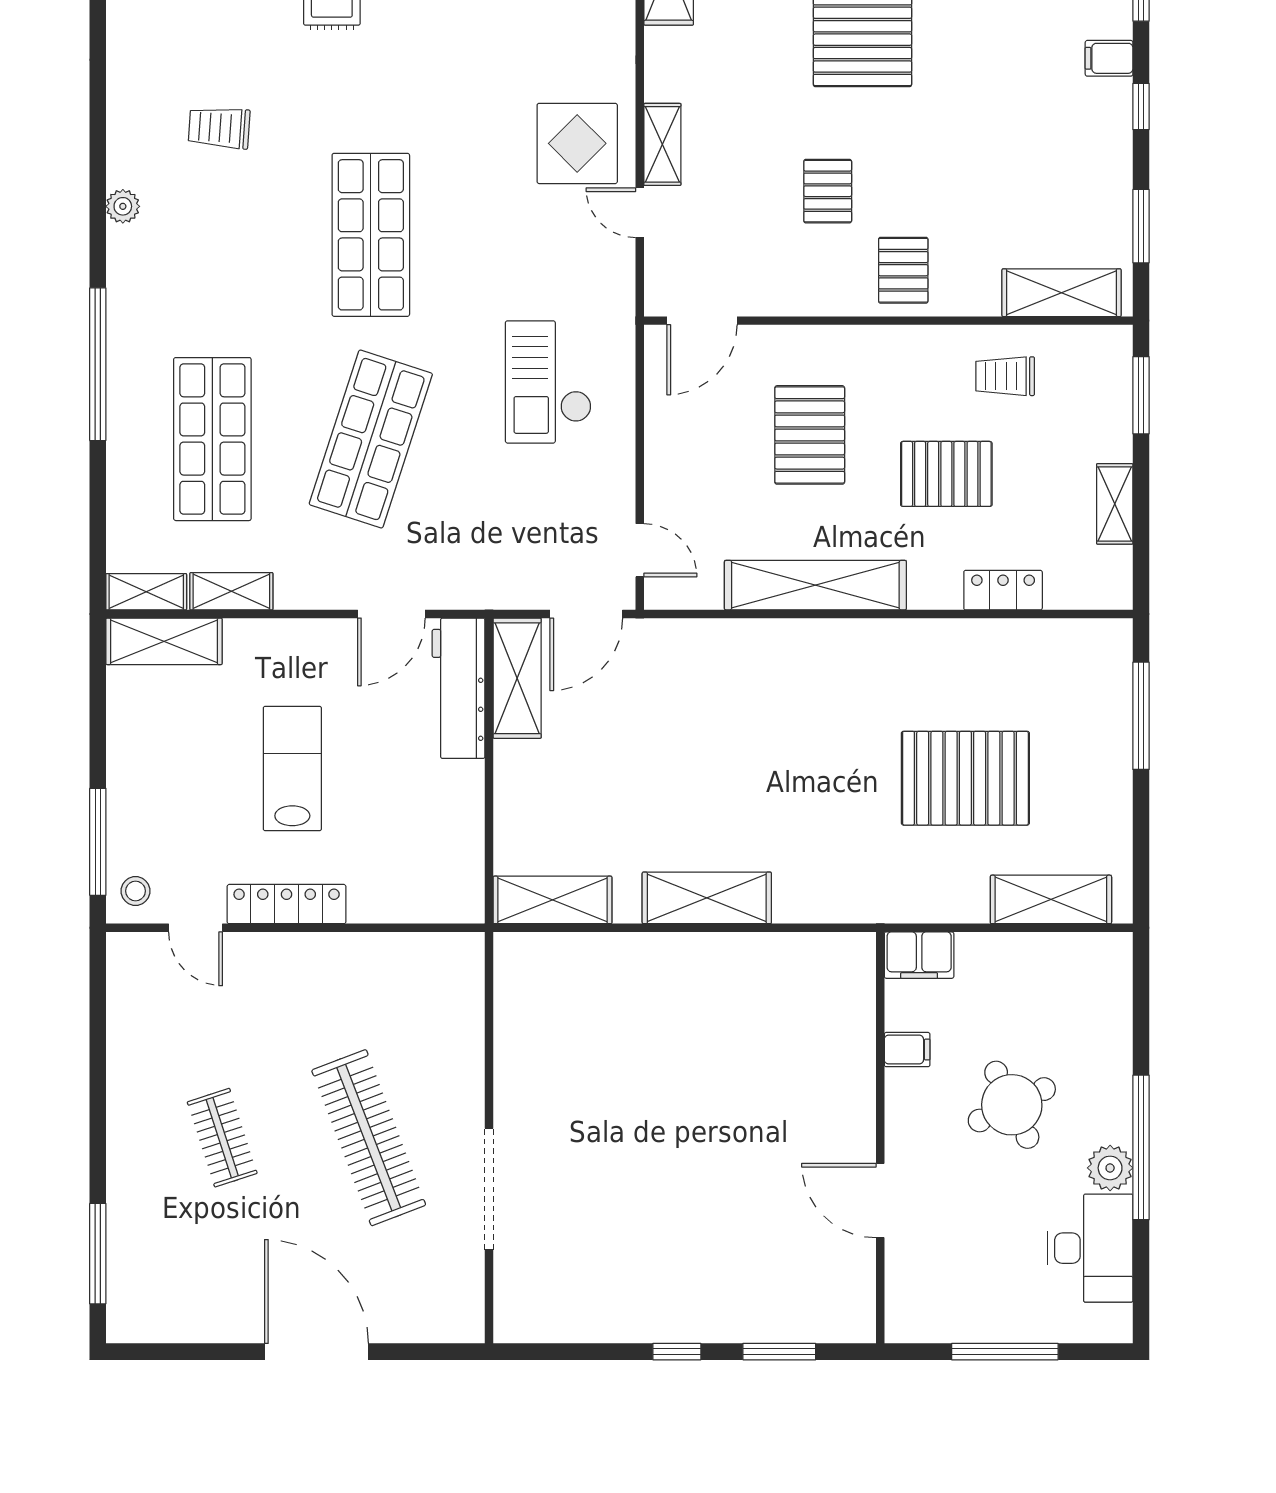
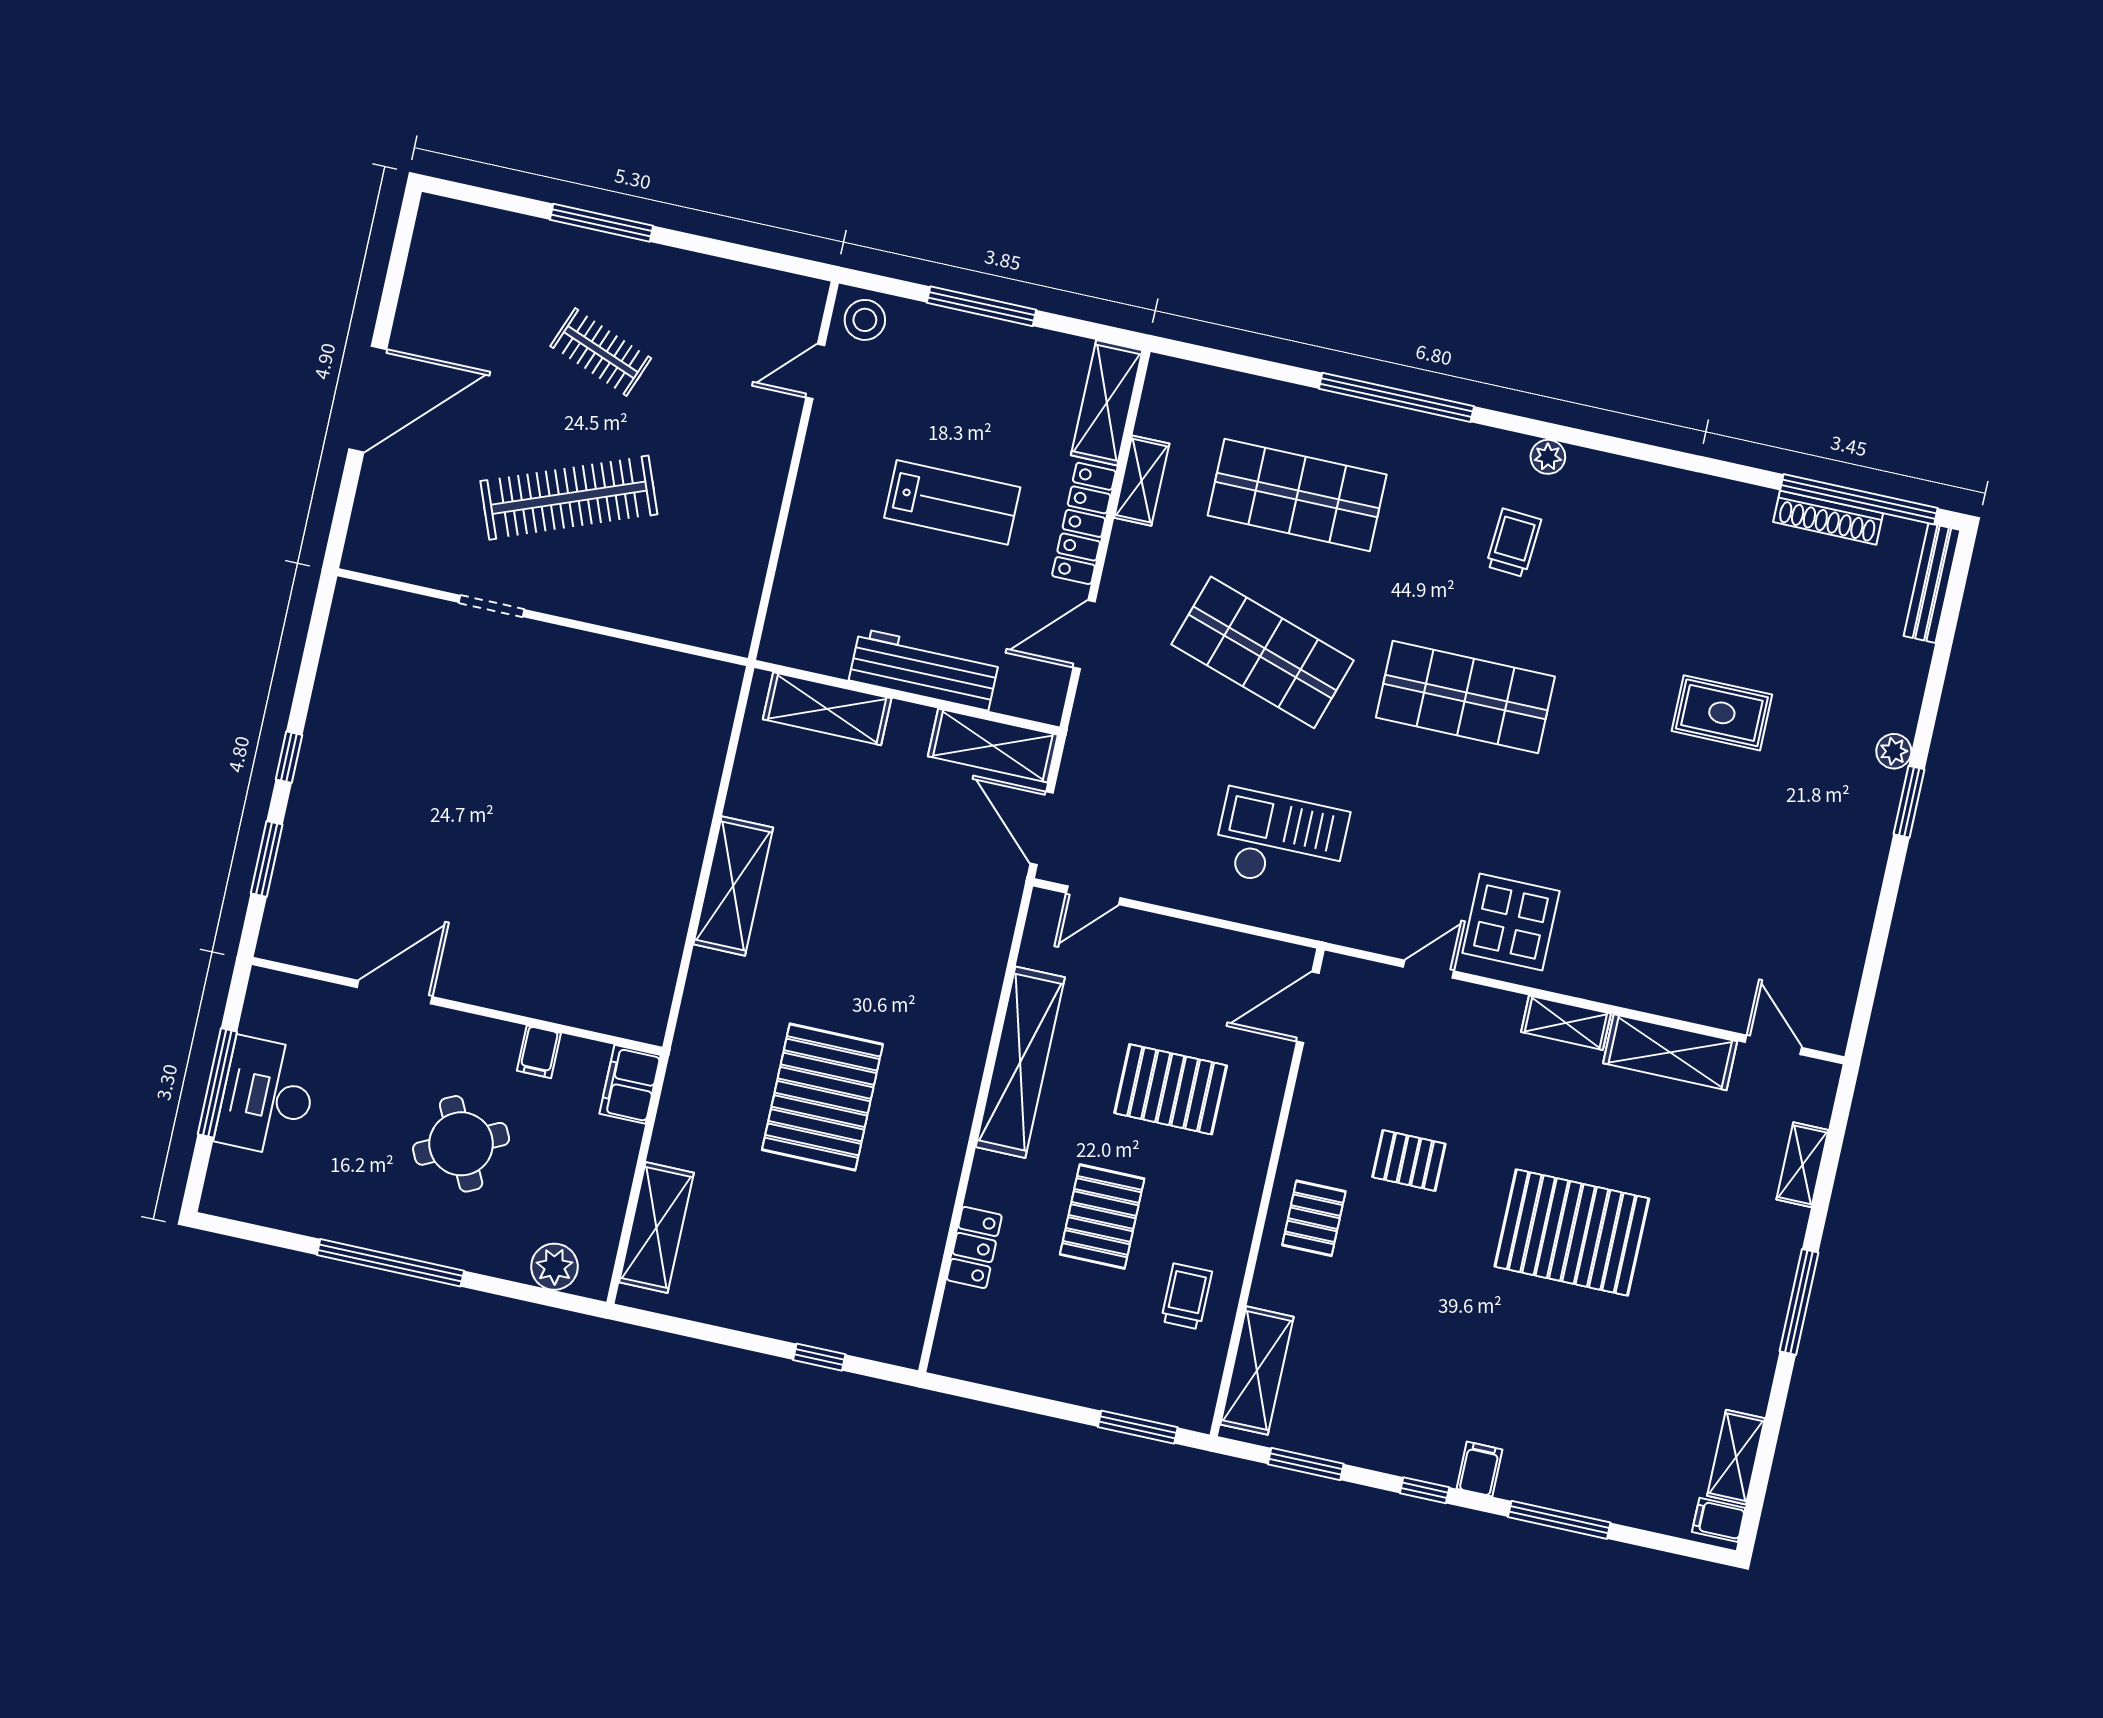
trolley: (219, 128) -> (1514, 543), moved
shelving: (662, 144) -> (1566, 1023), moved
pallet: (903, 270) -> (1314, 1218), turned 90
door: (702, 321) -> (1308, 1007), hinge flipped
shelving: (1115, 504) -> (1035, 1377), removed
shelving: (146, 592) -> (1160, 396), removed
door: (391, 614) -> (1084, 635), hinge flipped
workbench: (459, 688) -> (924, 669), moved
window: (1141, 716) -> (819, 1357), width x0.46
pallet: (965, 778) -> (822, 1097), moved
window: (98, 842) -> (982, 306), moved
stool: (136, 891) -> (865, 320), width x1.37, depth x1.37
shelving: (552, 900) -> (827, 709), moved, turned 90
locker: (287, 904) -> (1084, 523), moved, turned 180
clothes rail: (222, 1138) -> (601, 352), turned 39
plant: (1110, 1168) -> (554, 1267), moved
doorway: (489, 1189) -> (492, 606), width x0.53
desk: (1090, 1248) -> (267, 1097), moved, turned 90
window: (98, 1254) -> (601, 223), moved

